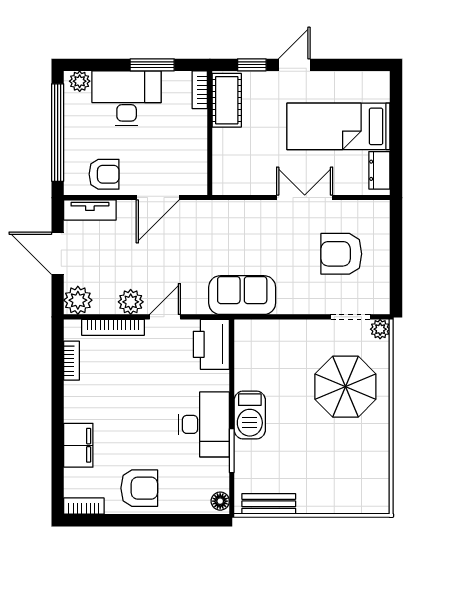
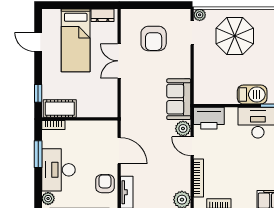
door: (294, 65) -> (38, 42), moved
plant: (131, 302) -> (183, 128), moved

